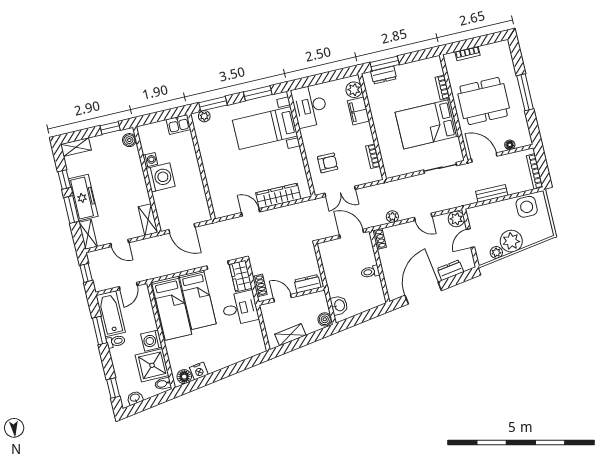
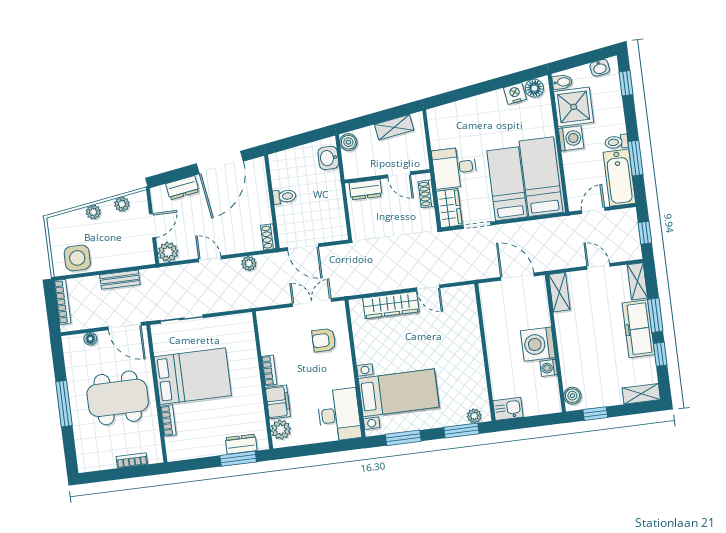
bookcase: (373, 156) -> (269, 370), moved
plant: (511, 241) -> (93, 212), width x0.53, depth x0.53

